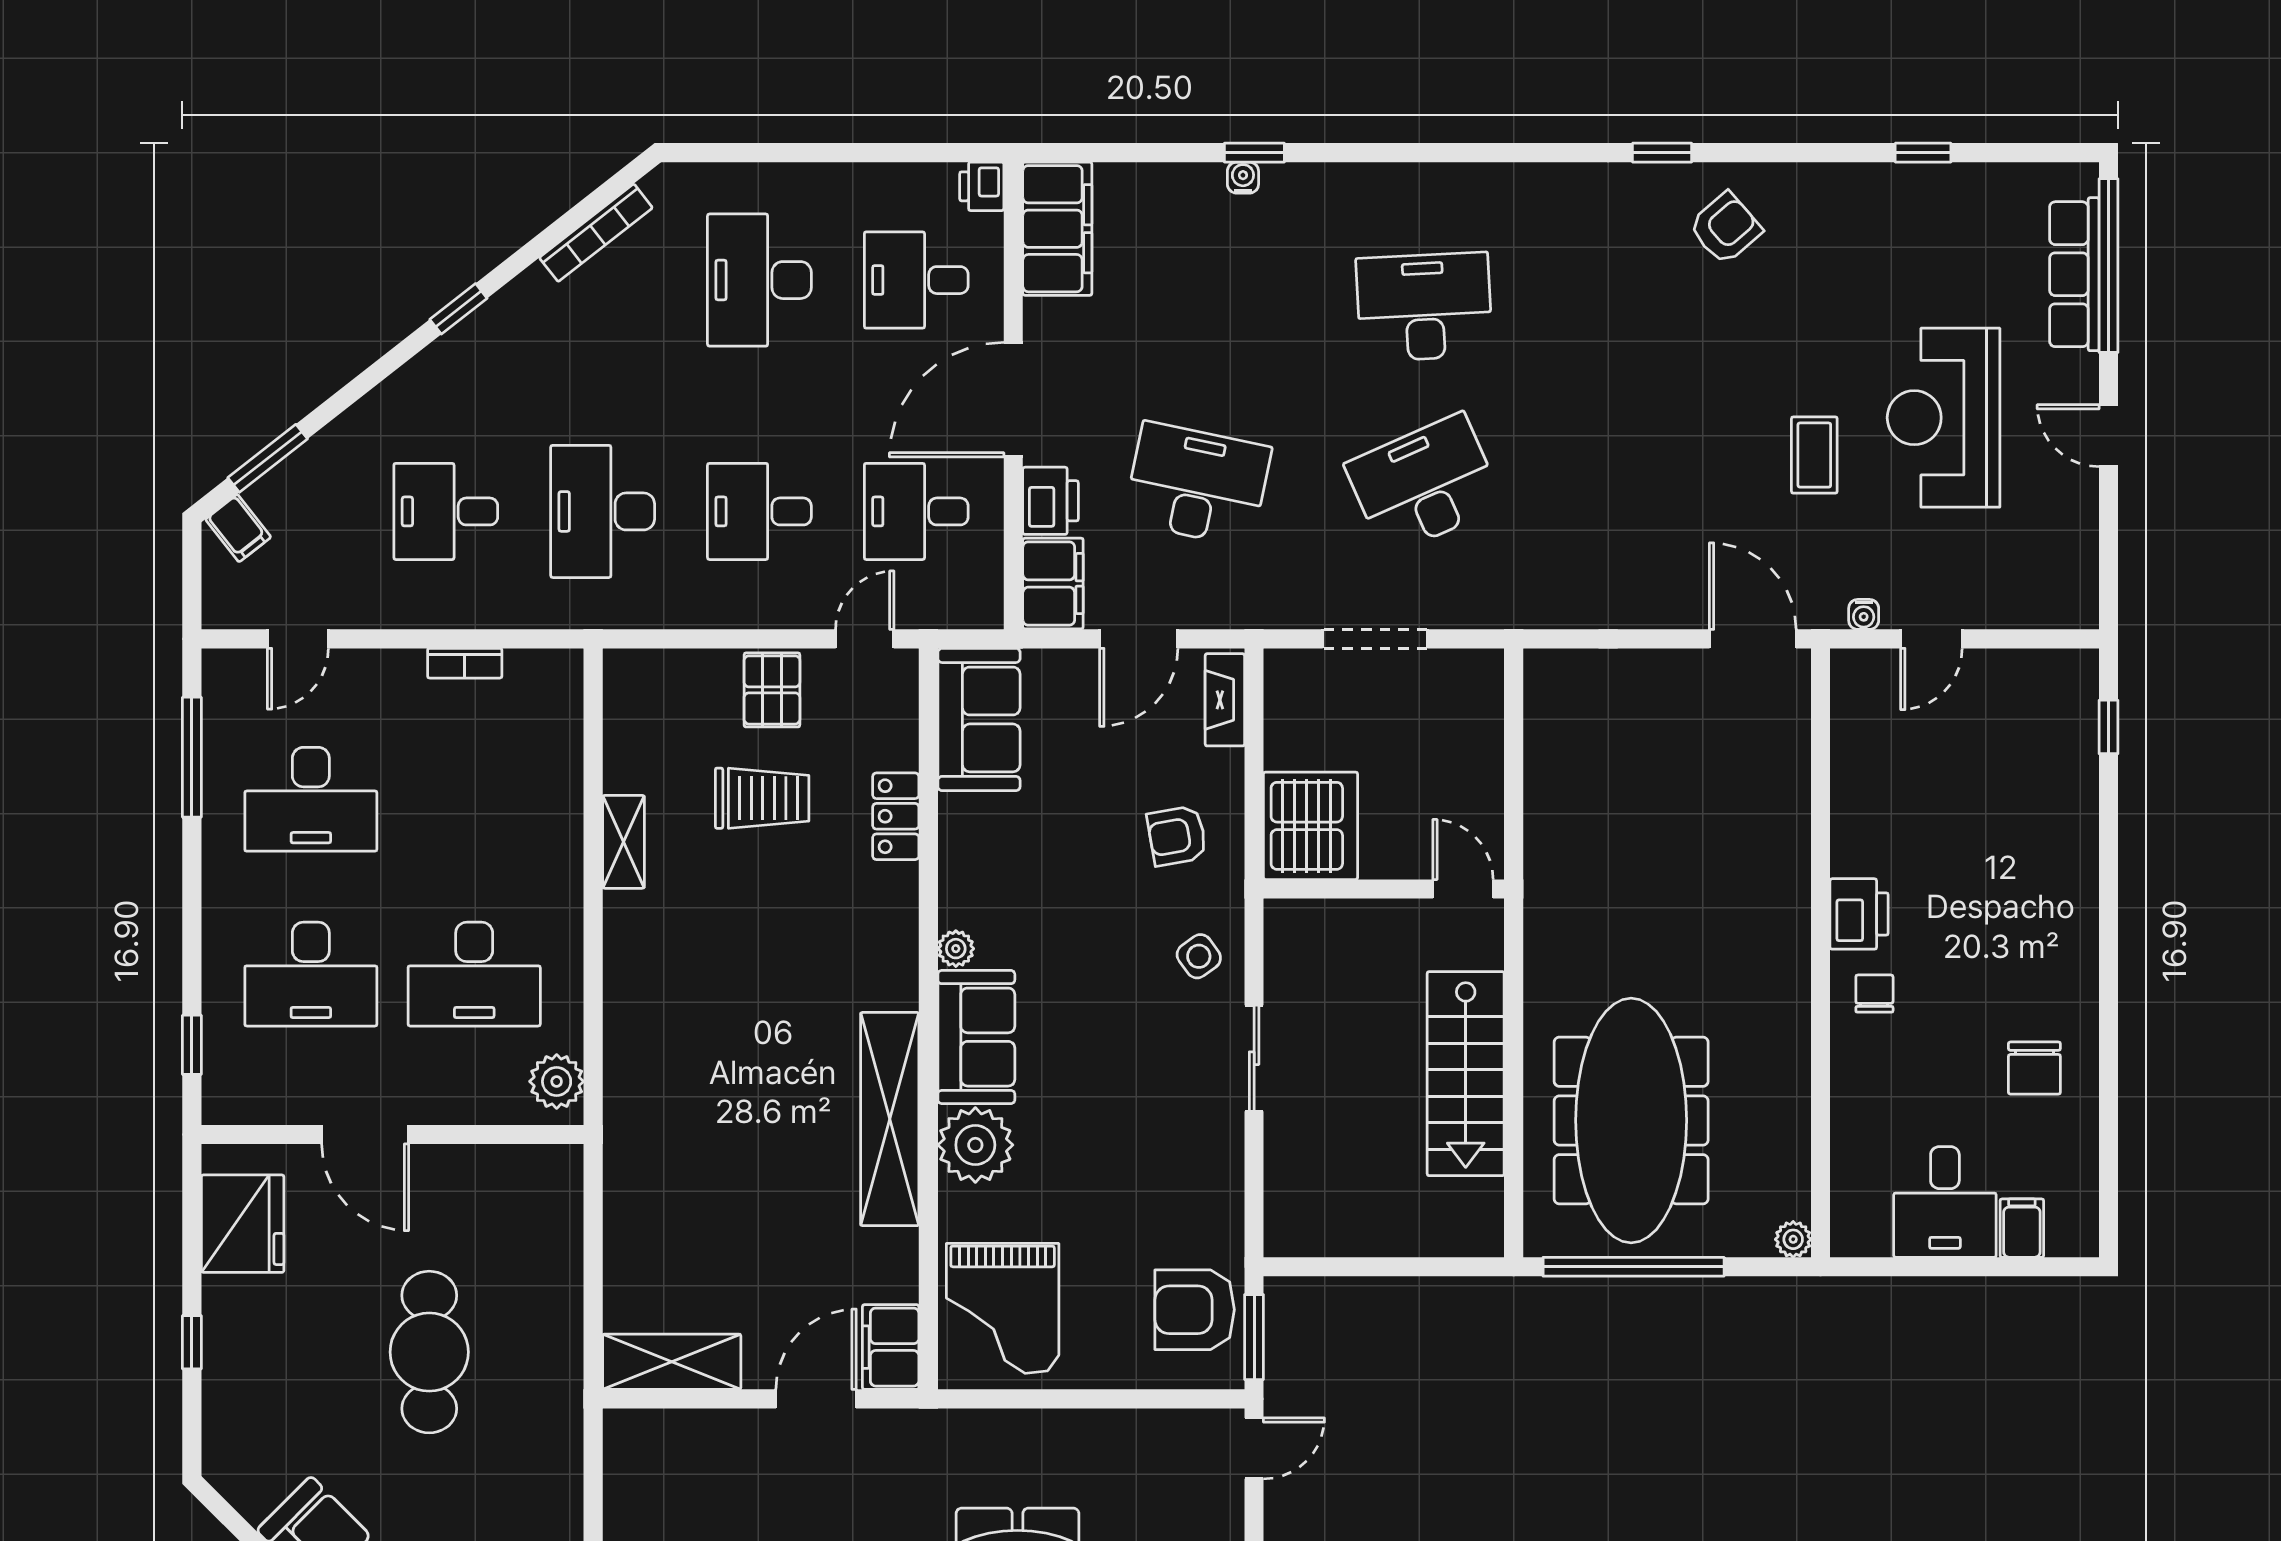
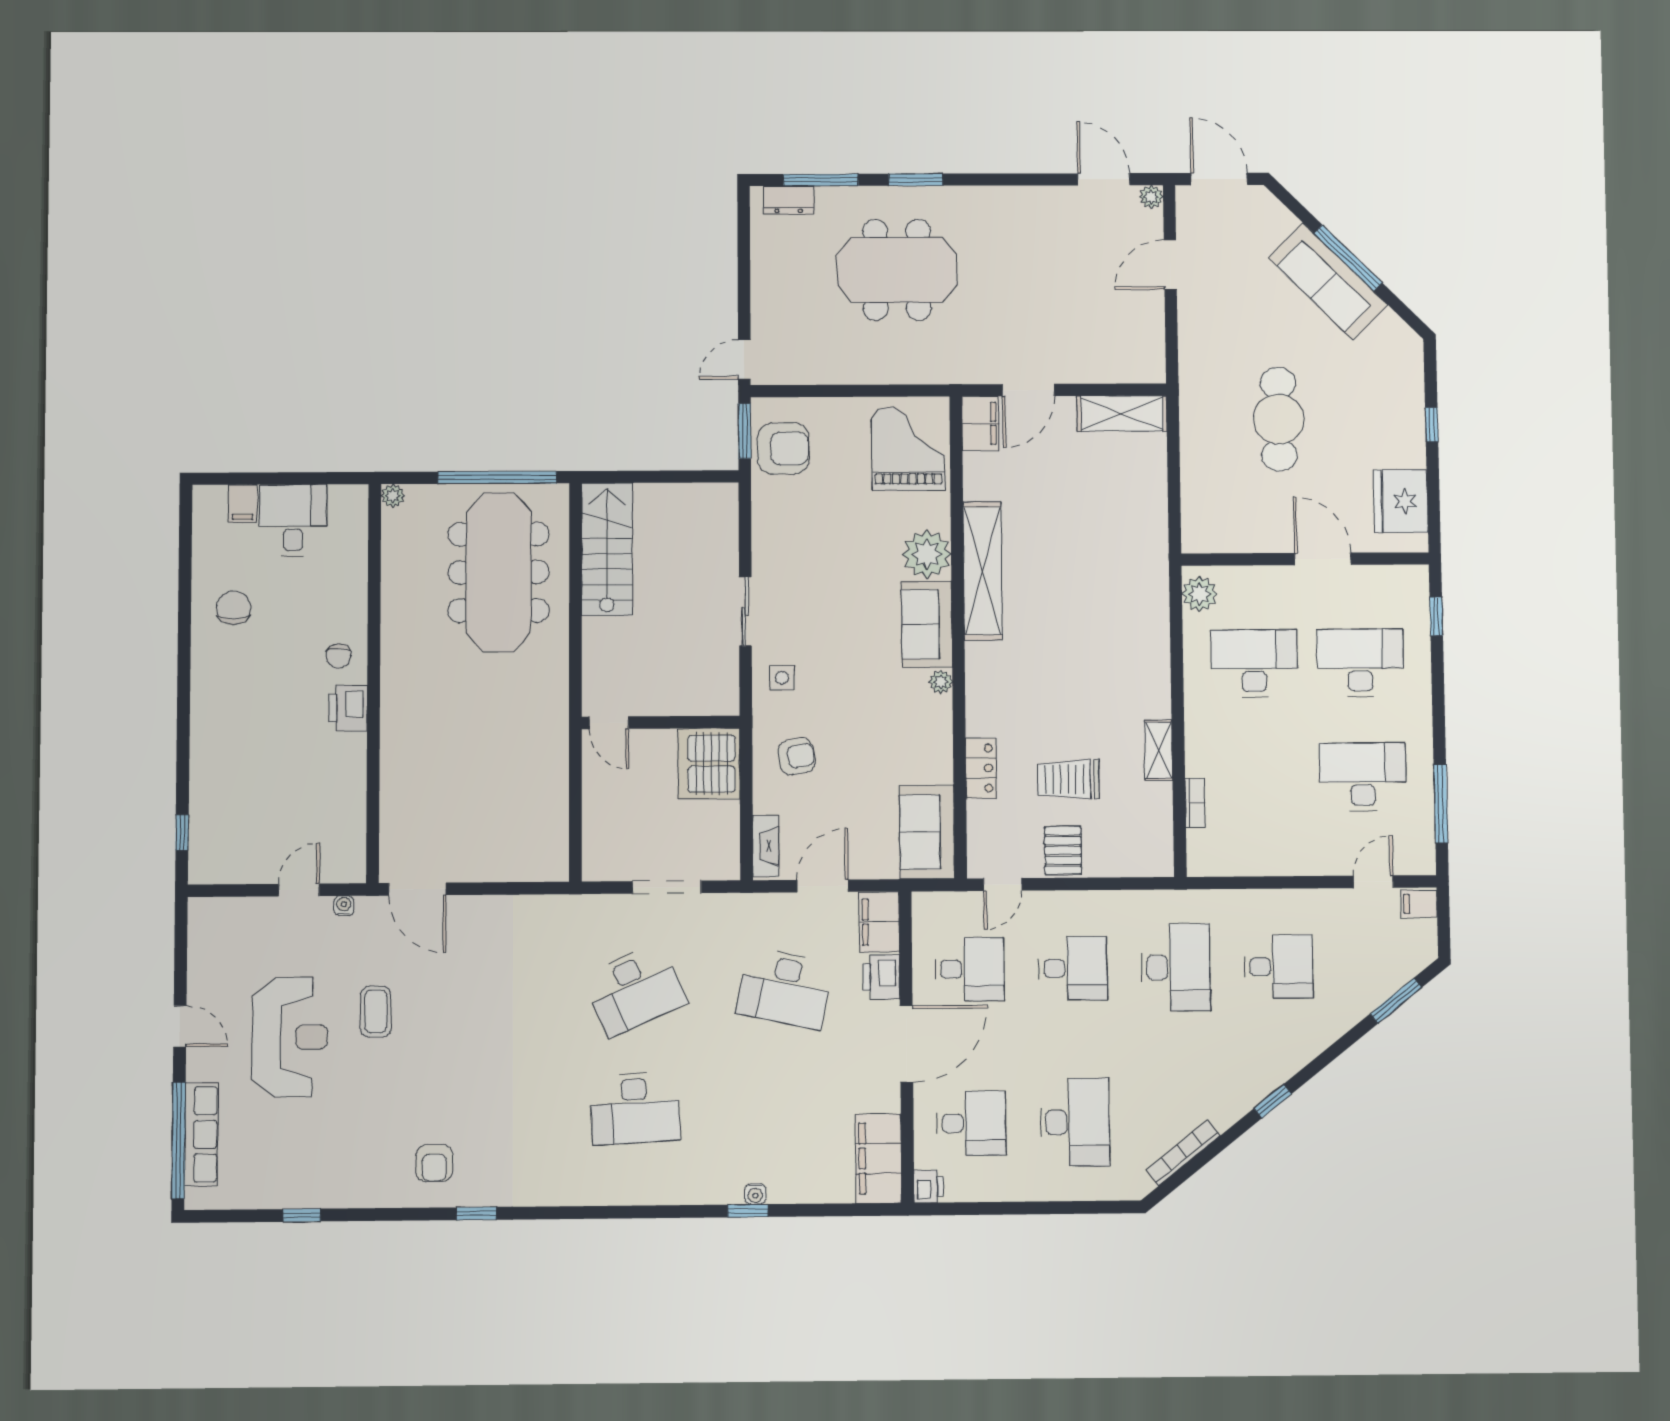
armchair: (1725, 228) -> (434, 1163), turned -49
filing cabinet: (238, 528) -> (1419, 904), moved, turned -52
bookcase: (465, 663) -> (1195, 803), moved, turned 90
side table: (1199, 956) -> (782, 678), turned 36
stairs: (1466, 1074) -> (607, 549), moved

